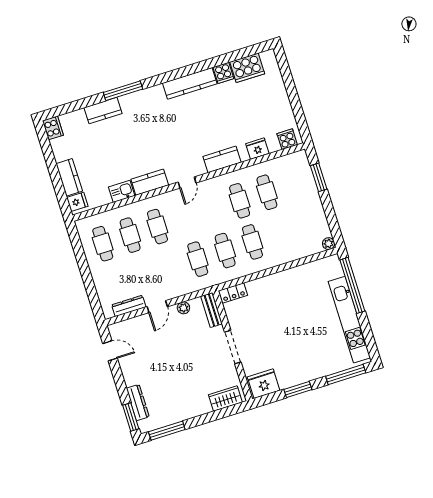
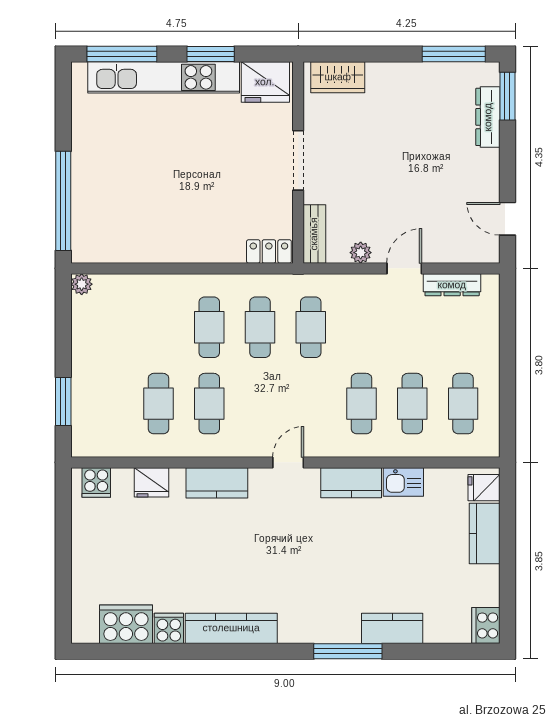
kitchen unit: (349, 320) -> (164, 77), moved, turned 90

